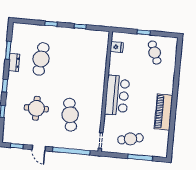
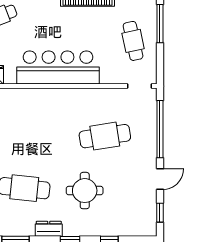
dresser: (14, 62) -> (49, 229), moved
bar counter: (117, 95) -> (58, 67), width x1.36
round table: (36, 108) -> (85, 191), moved

